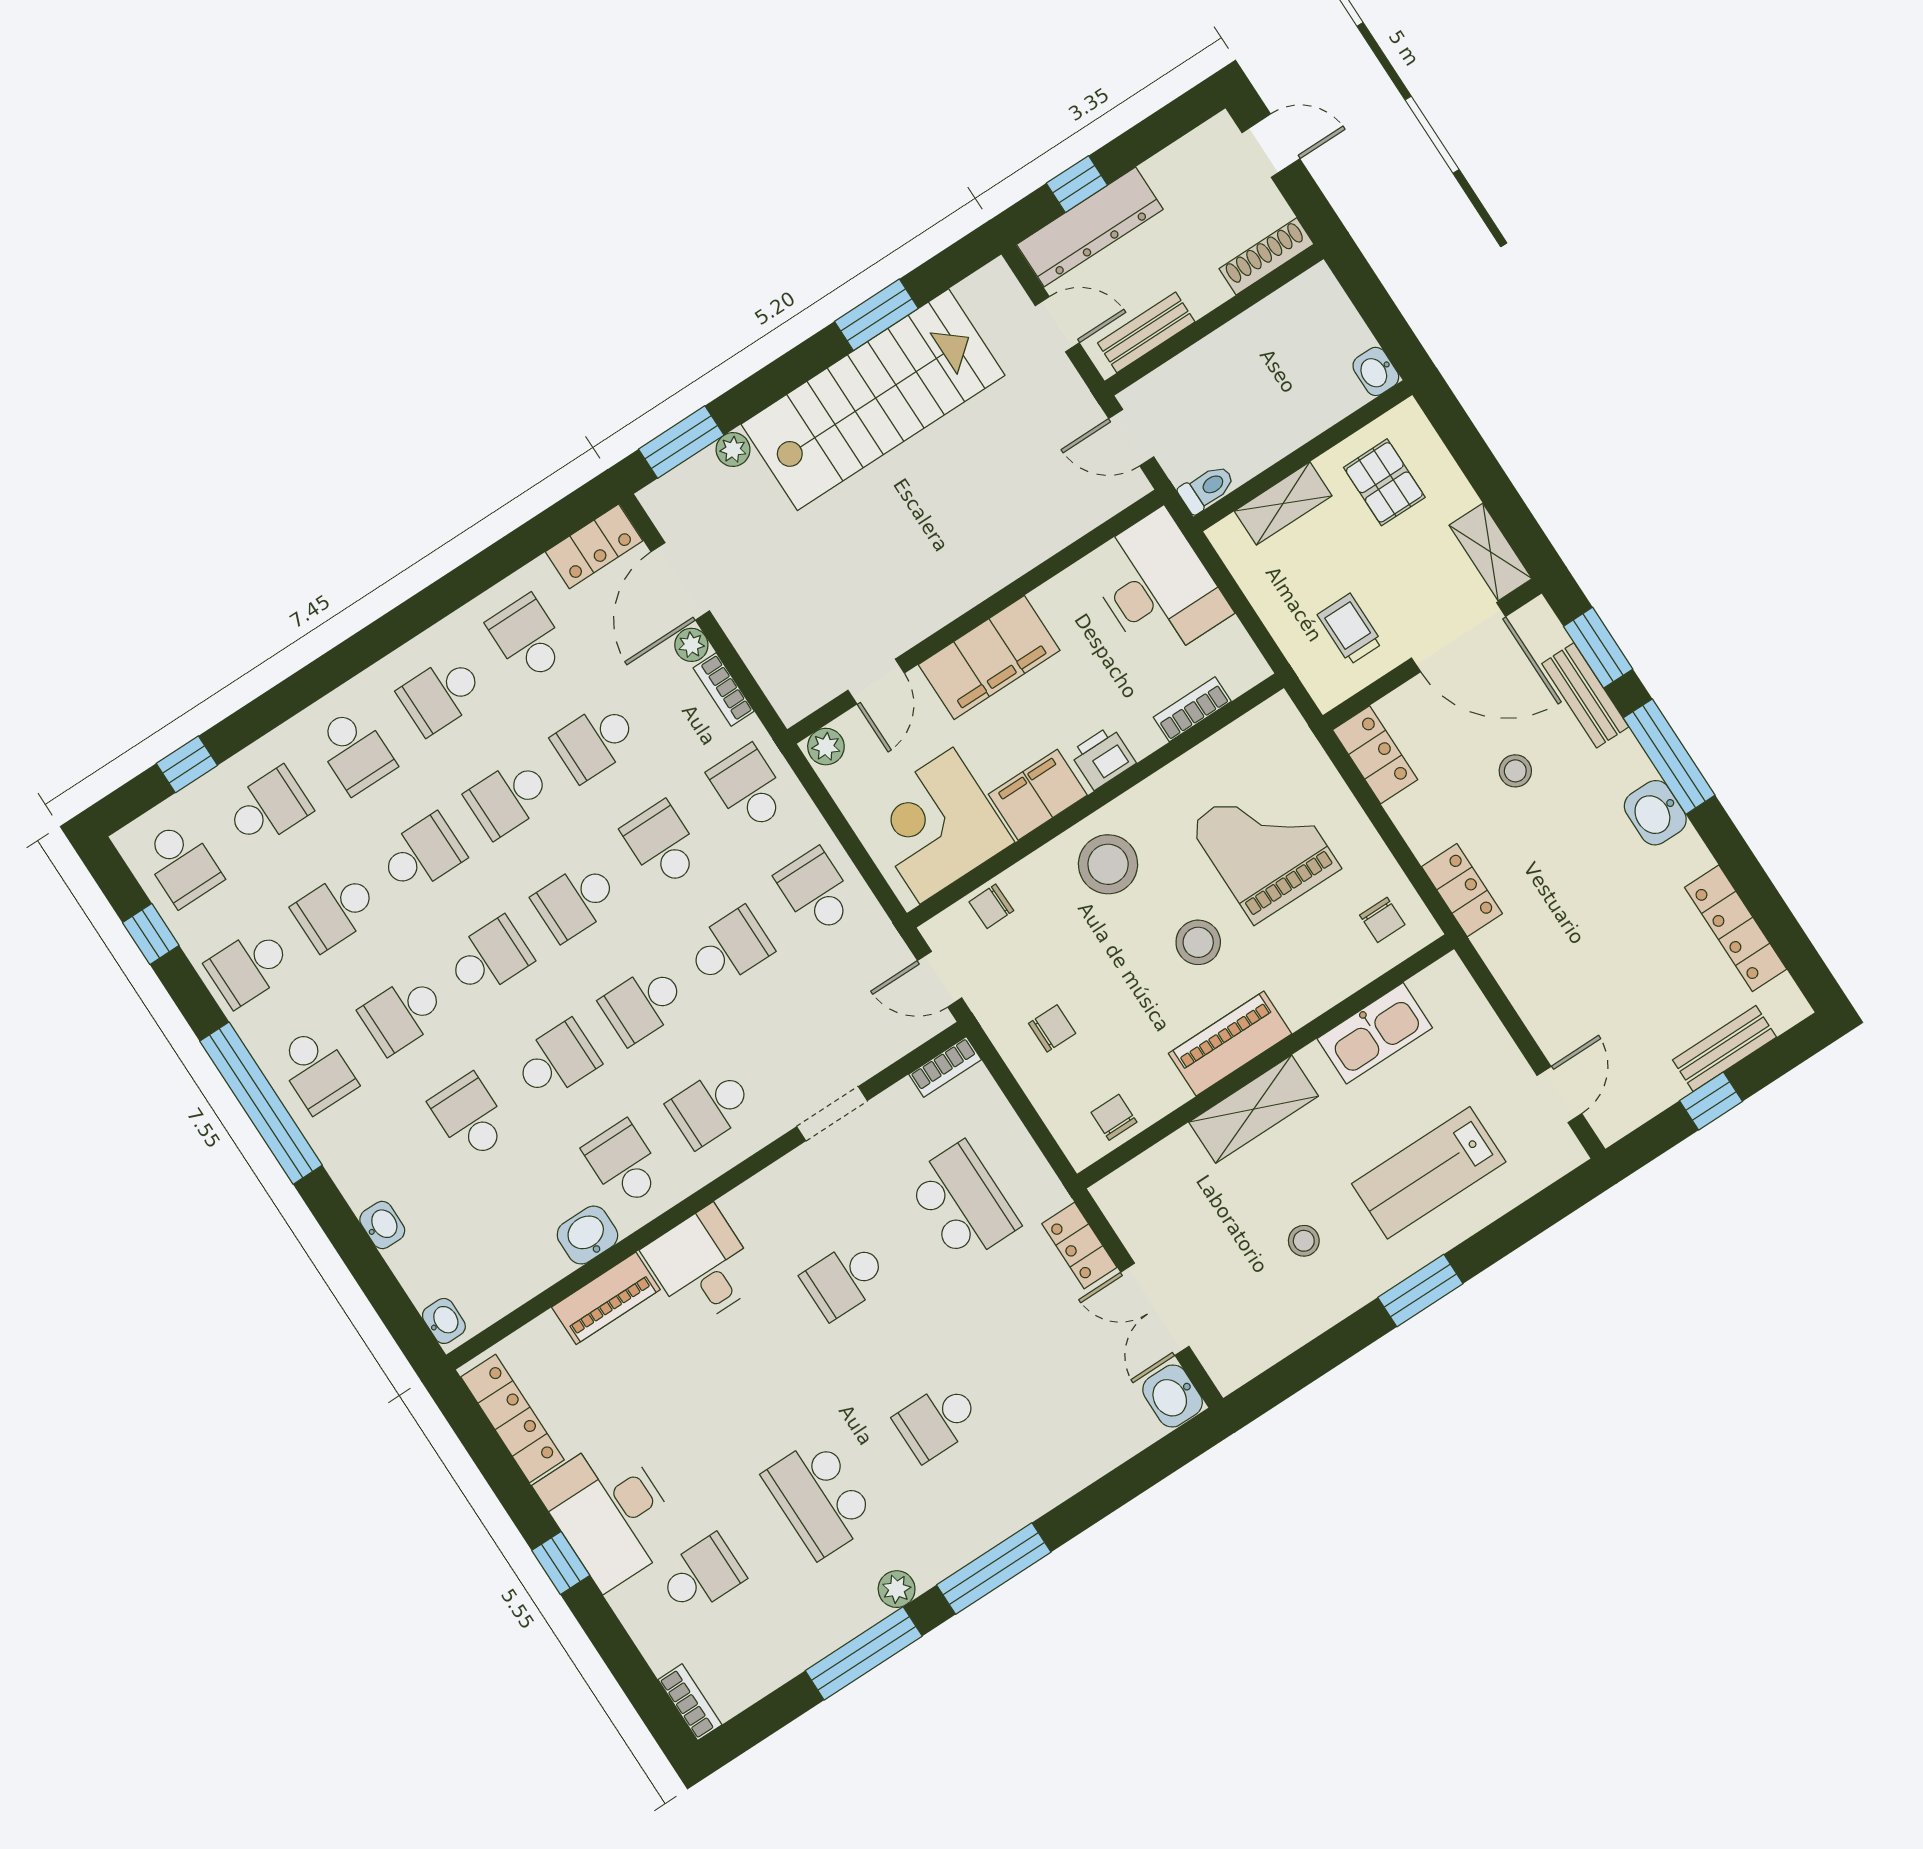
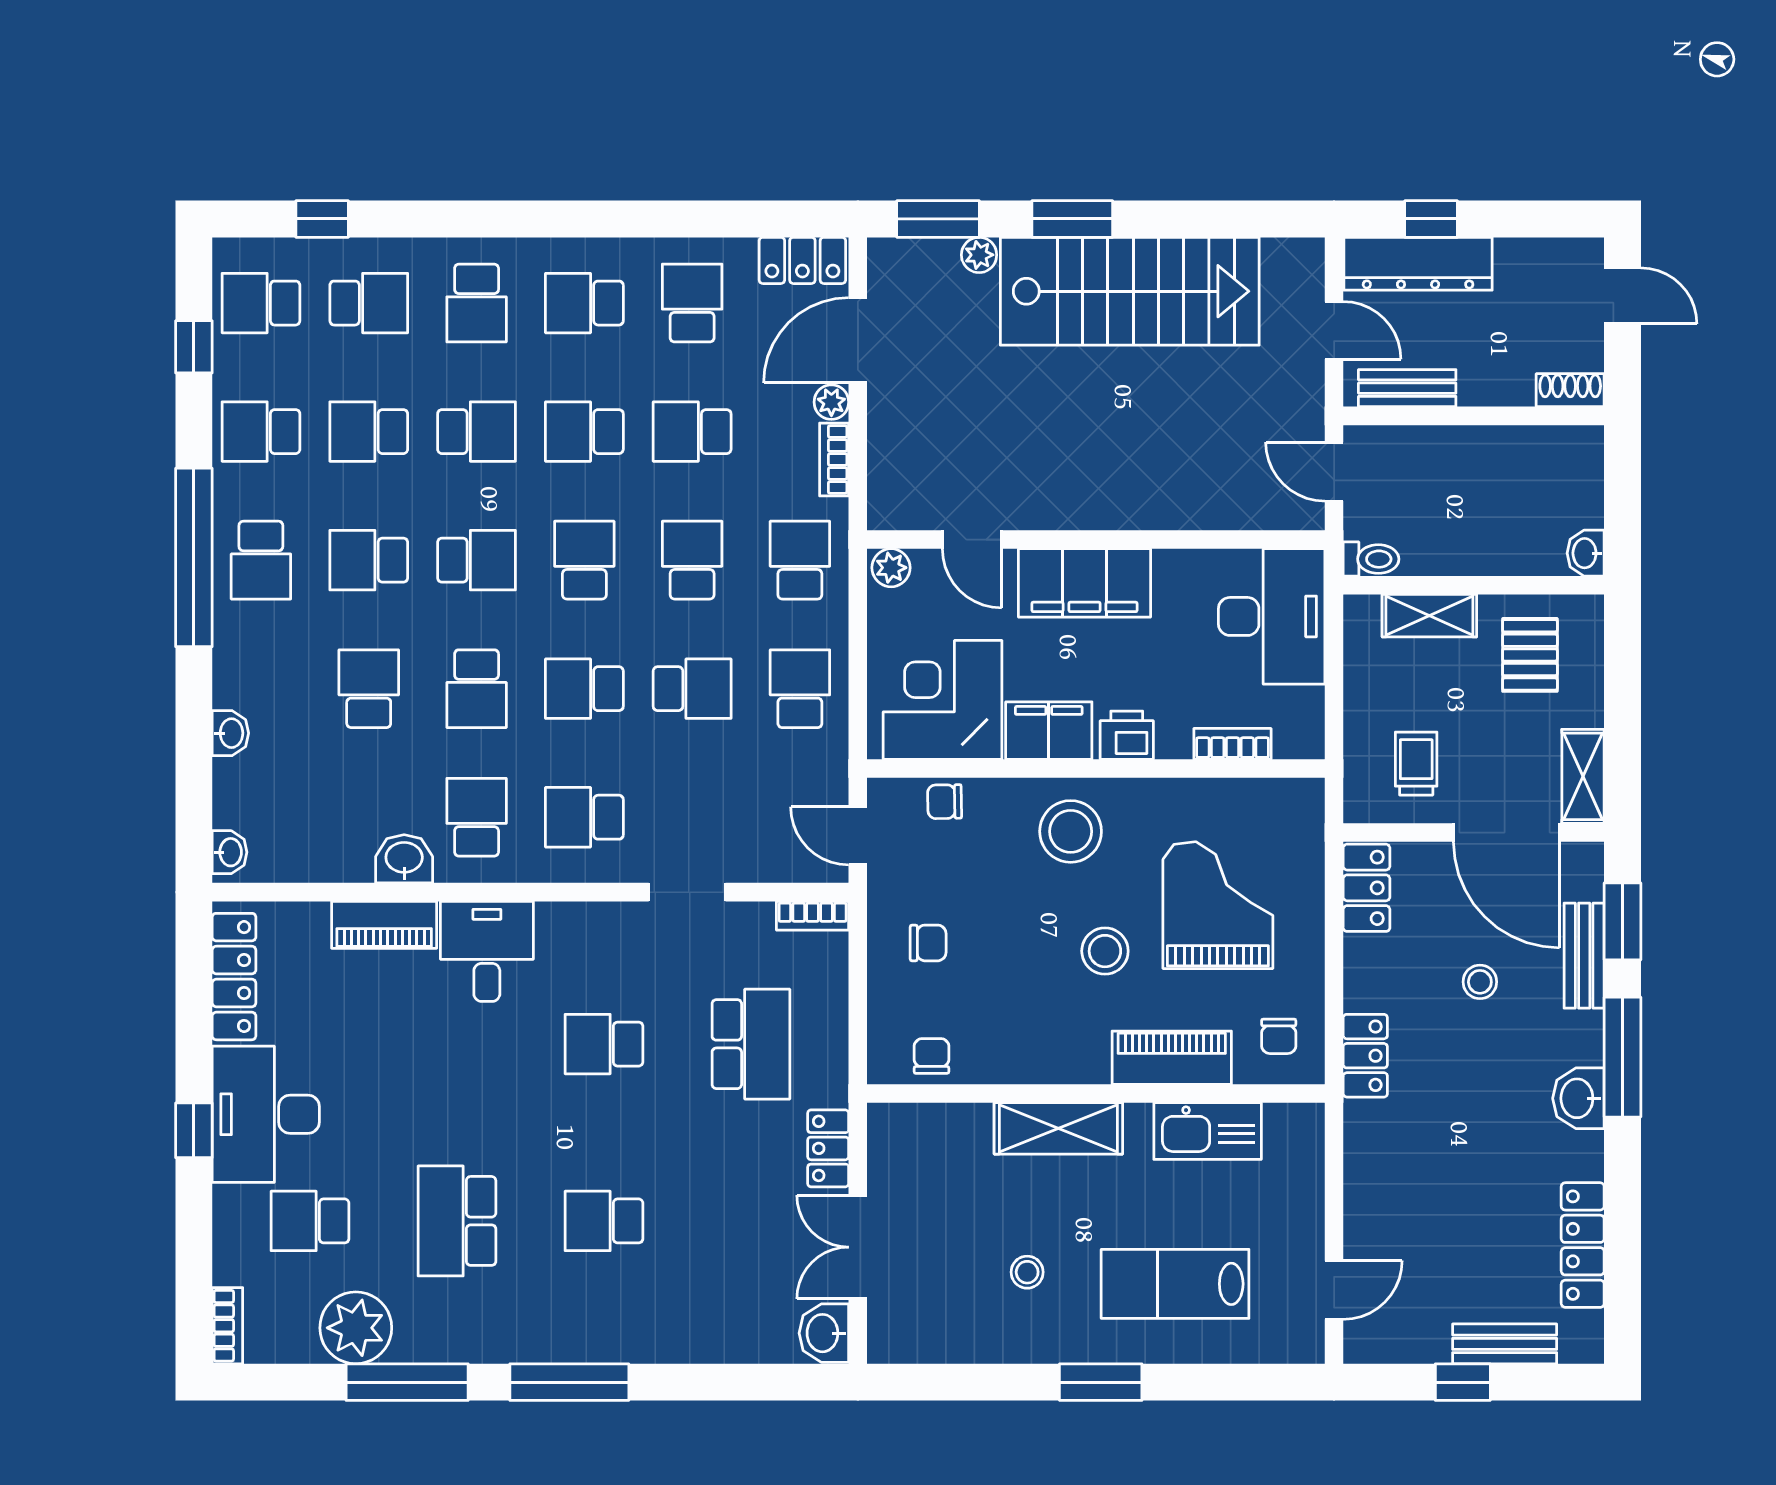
shoe rack: (1266, 256) -> (1570, 390), width x0.70
window: (876, 315) -> (1072, 219), moved
door: (876, 682) -> (972, 540), hinge flipped
school desk: (182, 864) -> (261, 303), turned 90
school desk: (576, 901) -> (584, 560), turned 90
piano: (1230, 1044) -> (1172, 1058), moved
school desk: (557, 1061) -> (477, 689), turned 90
school desk: (701, 1575) -> (310, 1221), turned 180
plant: (897, 1589) -> (356, 1328), moved, width x1.88, depth x1.88

